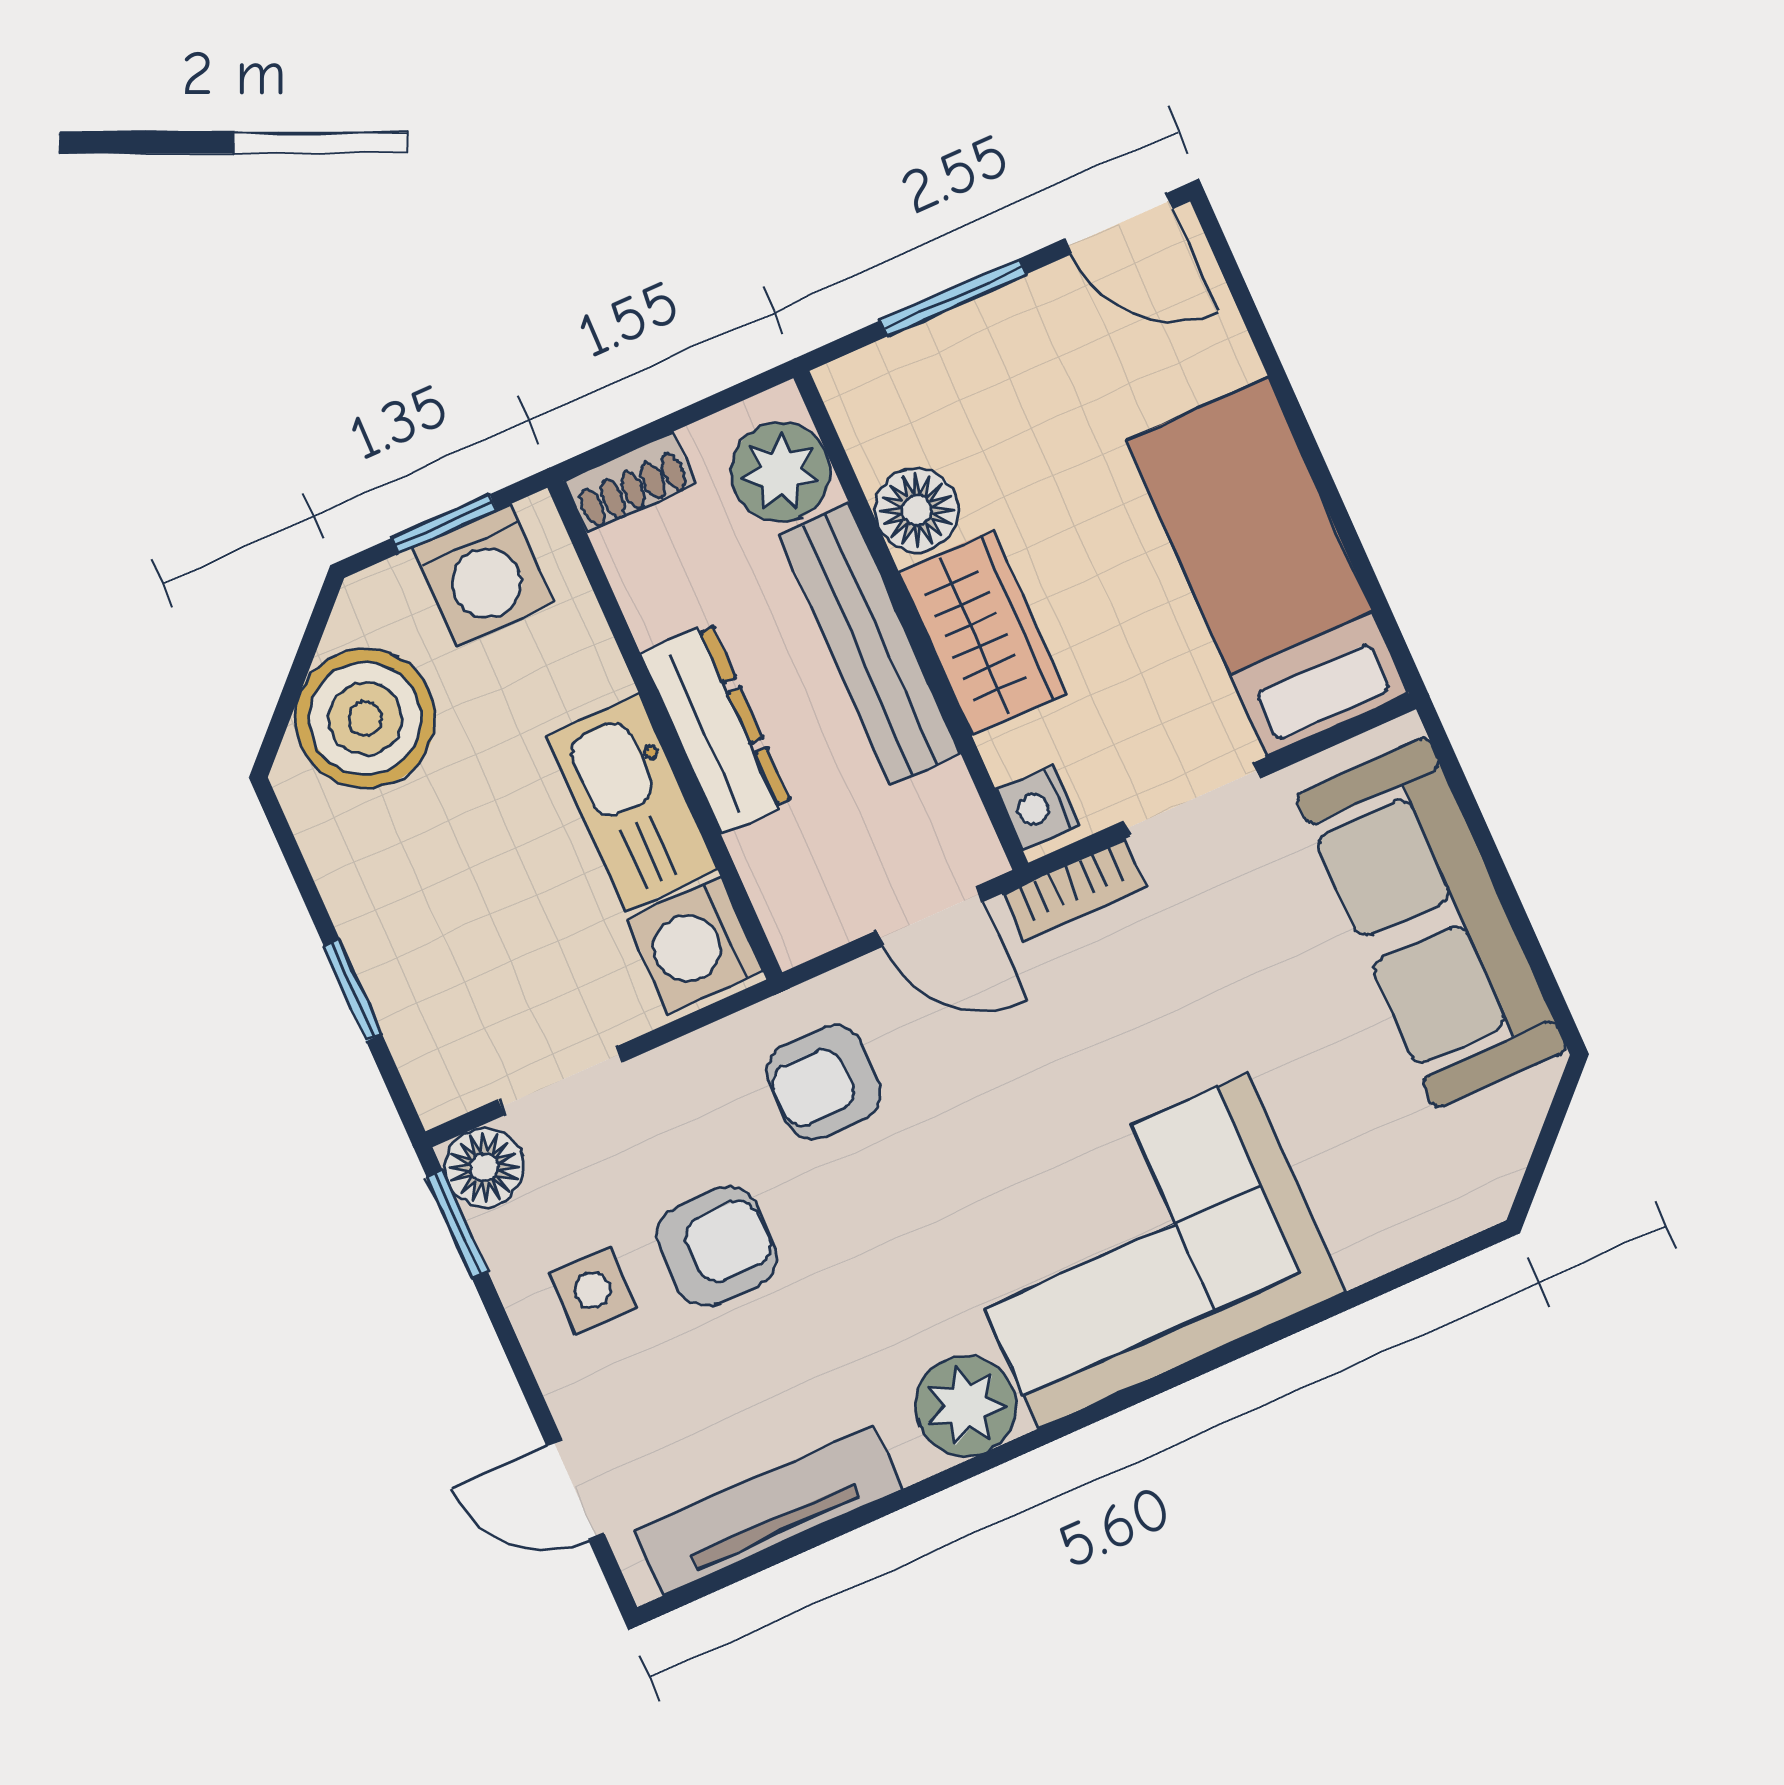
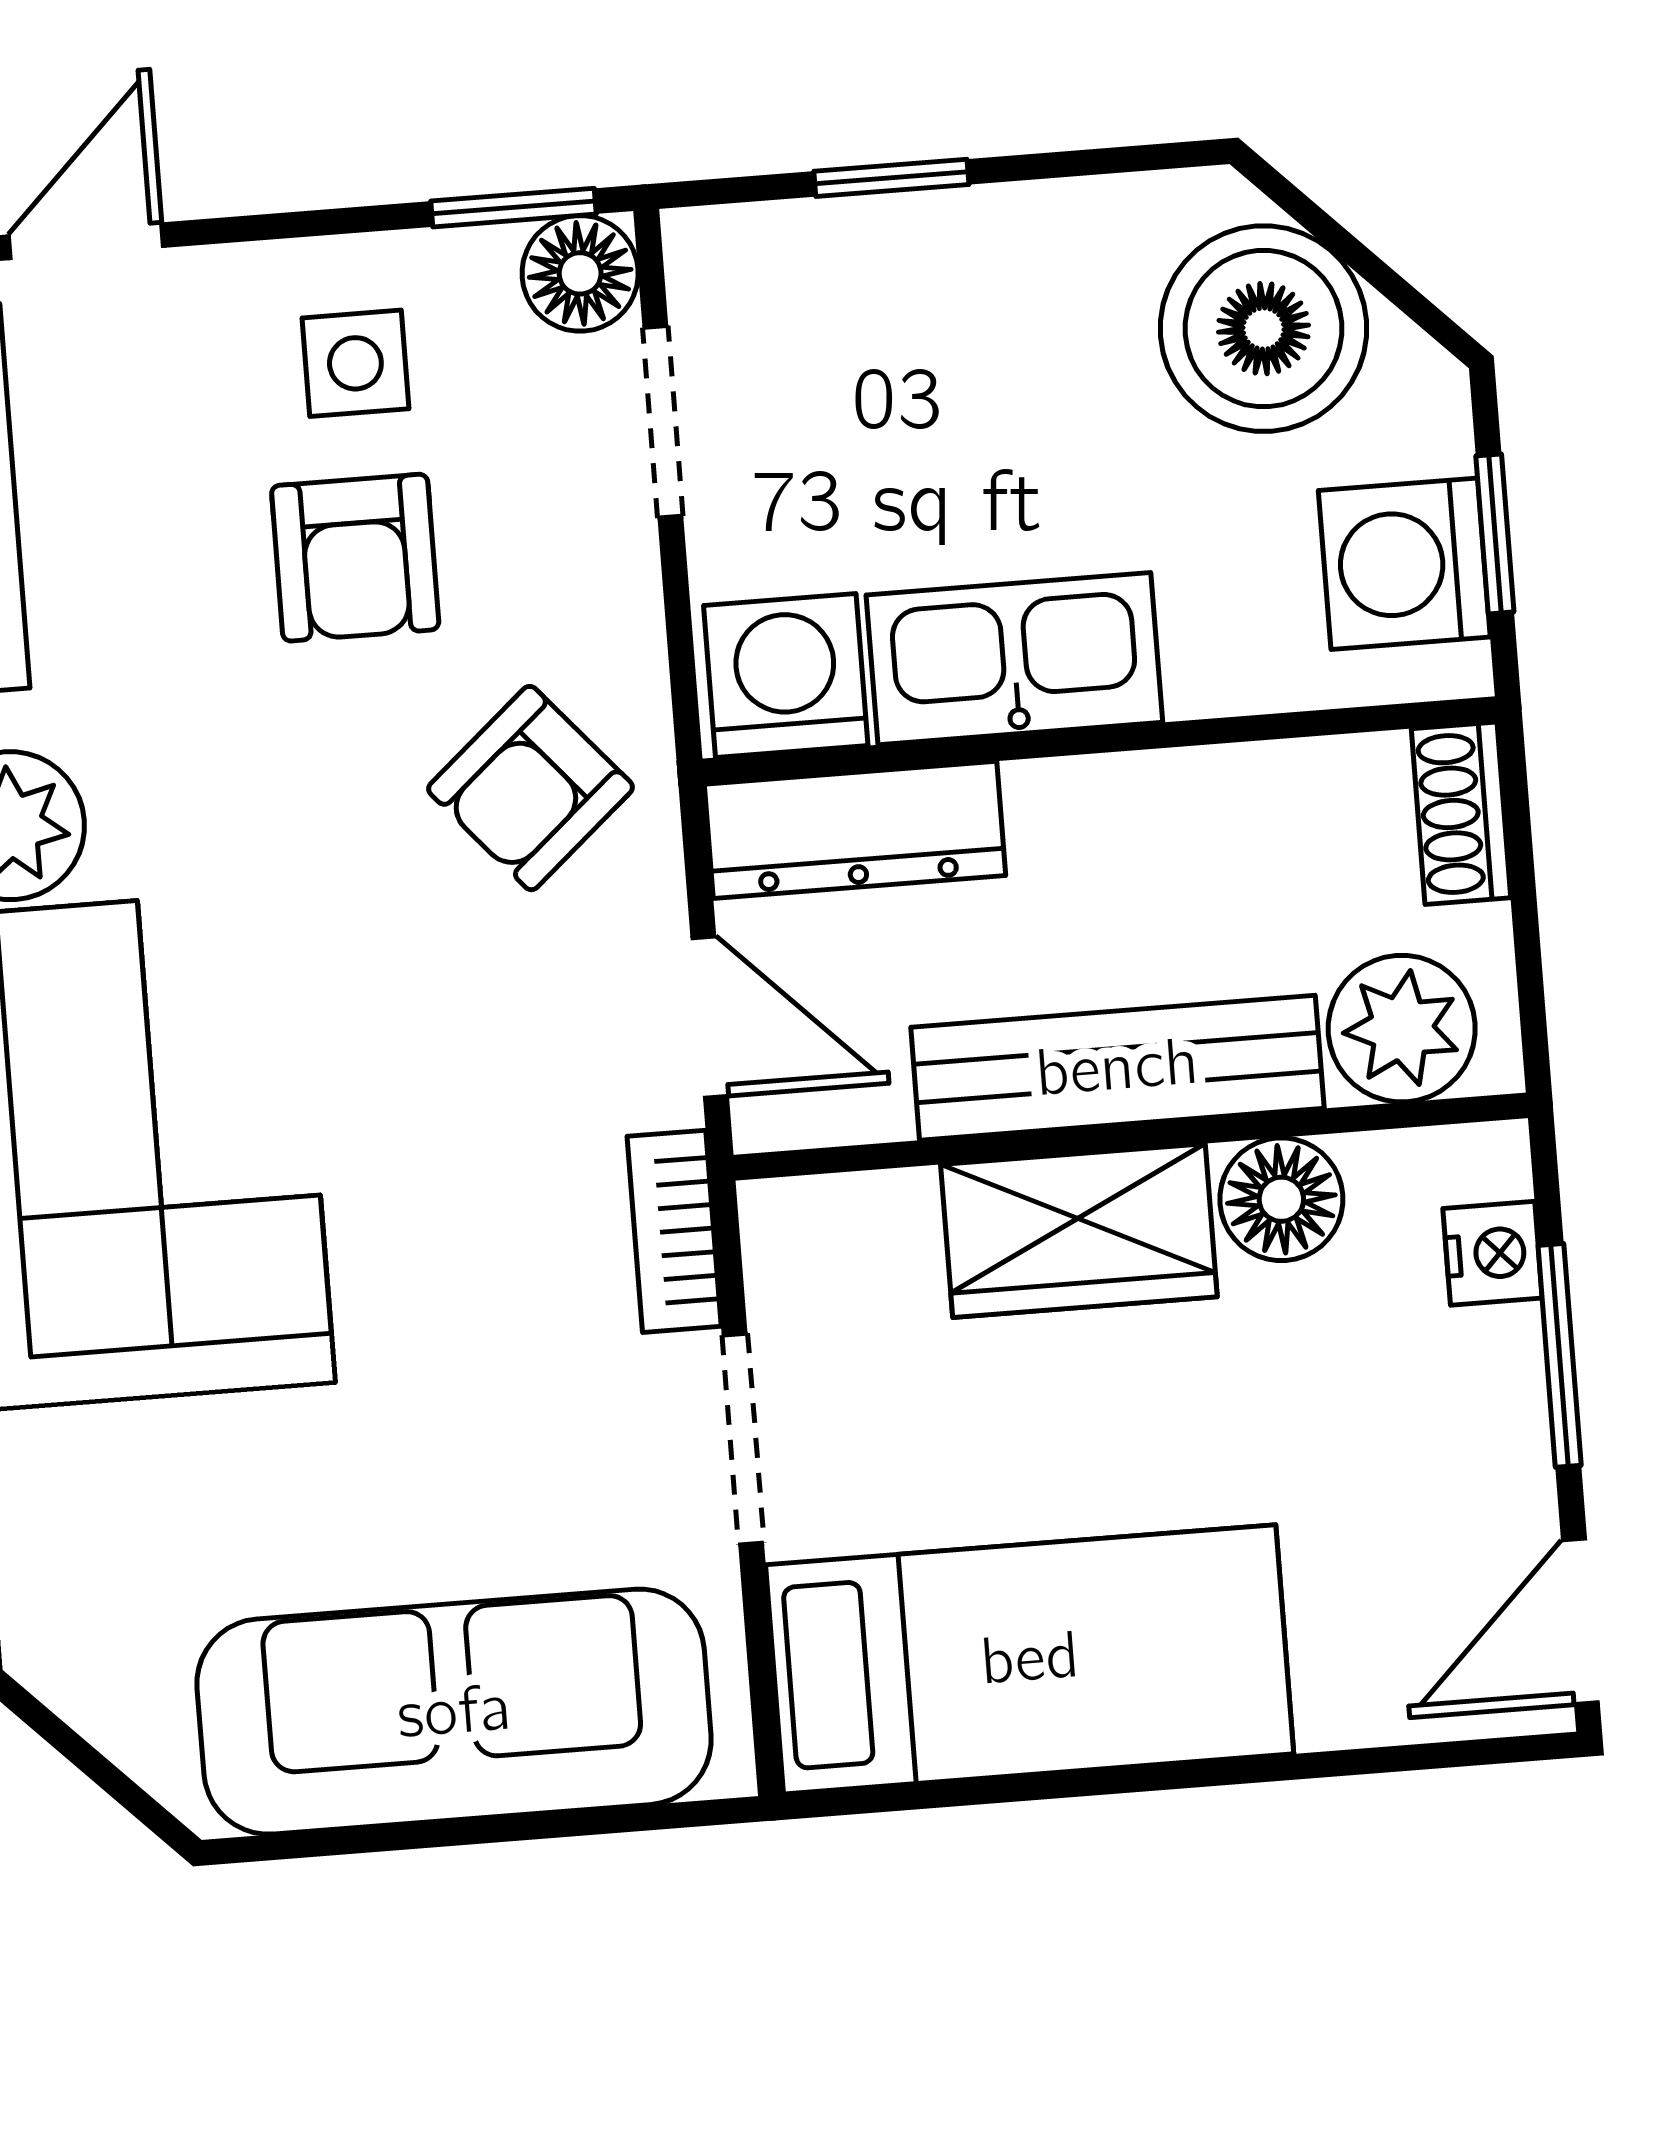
dresser: (716, 728) -> (855, 830), moved
nightstand: (1038, 807) -> (1493, 1253), moved, turned 90
door: (930, 916) -> (710, 1017), swing flipped
armchair: (824, 1082) -> (530, 788), turned -131

